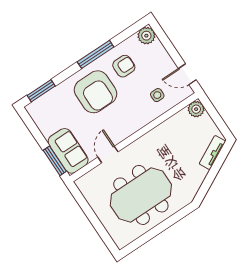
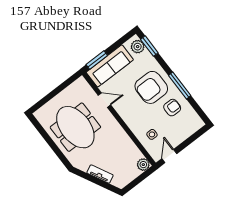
plant: (146, 36) -> (138, 47), moved
armchair: (124, 66) -> (172, 108), turned -90
sofa: (68, 151) -> (110, 66), width x1.36
tv unit: (212, 153) -> (100, 174), moved

